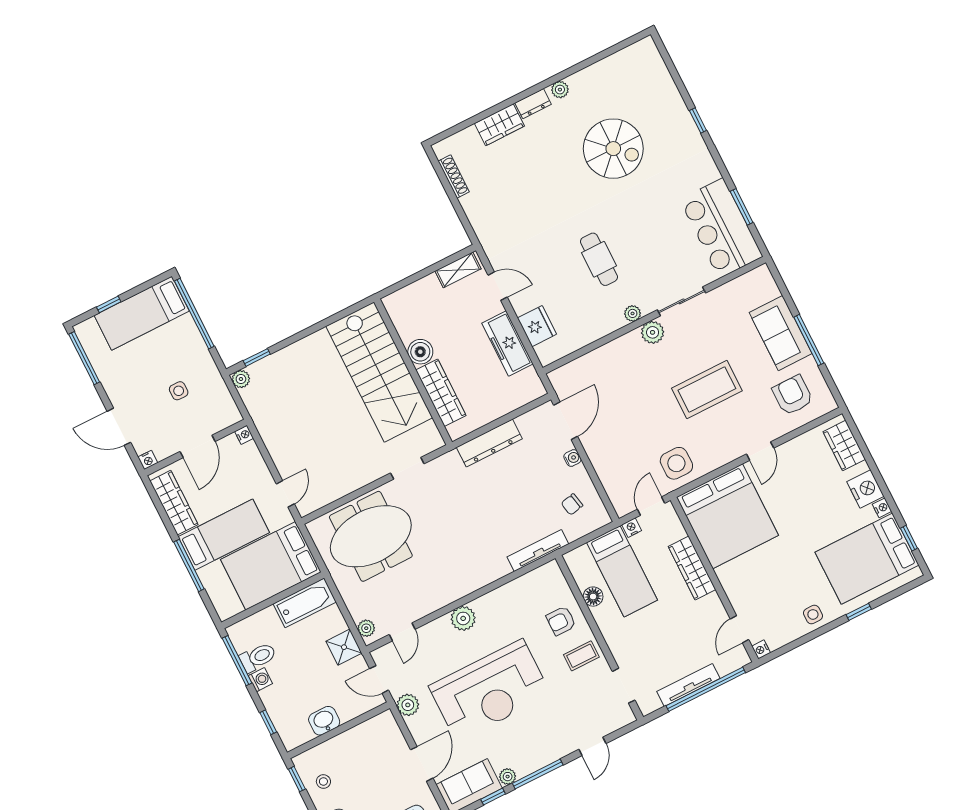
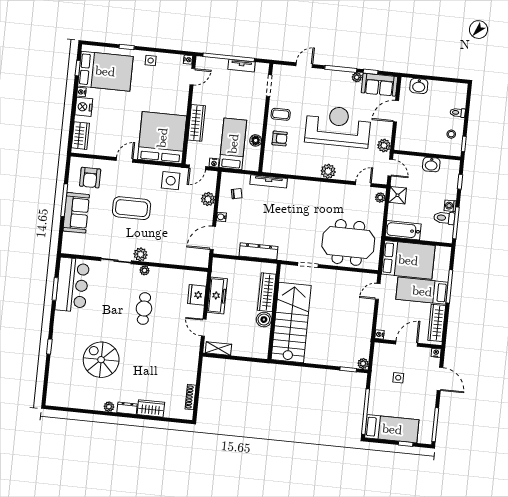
plant: (607, 471) -> (208, 199), added
tv unit: (688, 685) -> (242, 66), width x0.71

